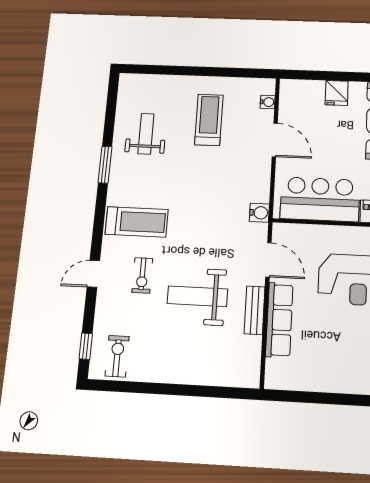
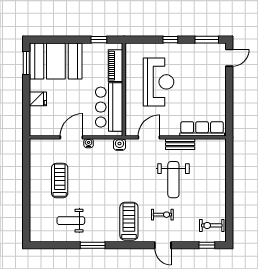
water cooler: (268, 102) -> (89, 143), moved
treadmill: (209, 120) -> (60, 181), turned 90
row of seats: (279, 320) -> (202, 129), moved

